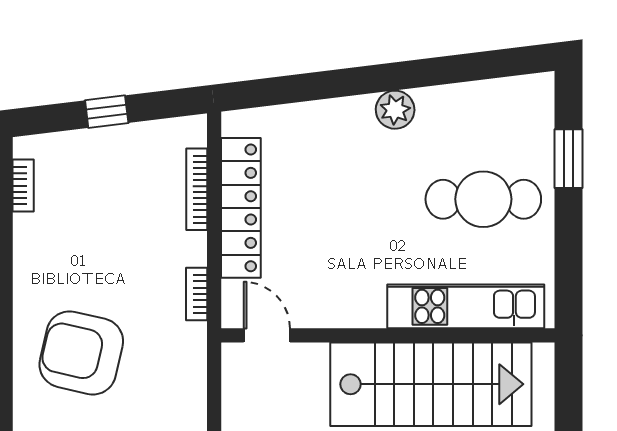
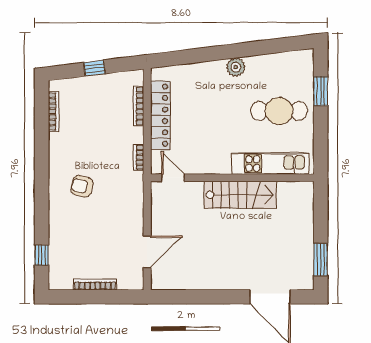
bookcase: (23, 186) -> (54, 111), width x1.56
armchair: (81, 353) -> (82, 186), width x0.53, depth x0.53
stairs: (431, 384) -> (240, 195), width x0.73, depth x0.66

